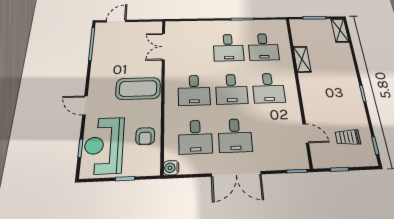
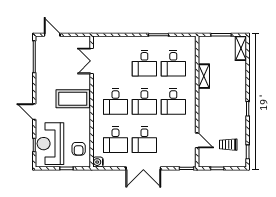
door: (116, 21) -> (52, 35), hinge flipped
armchair: (145, 136) -> (79, 149), moved

